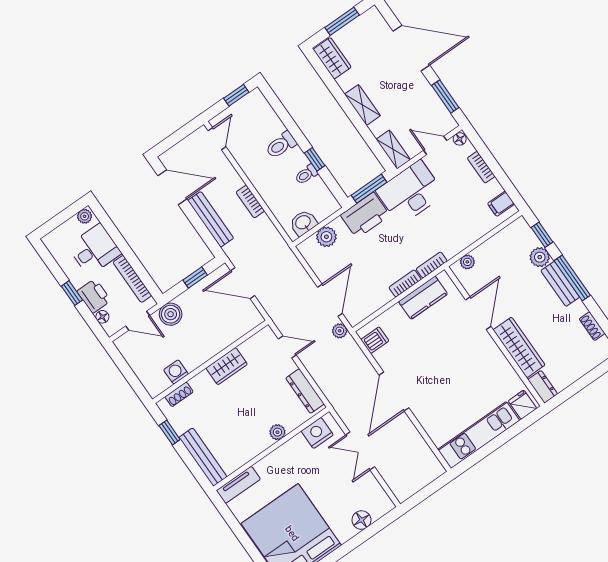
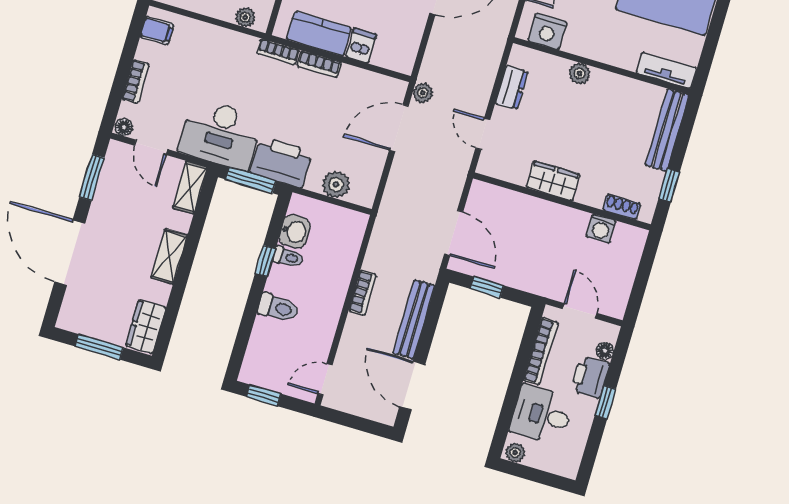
washbasin: (303, 223) -> (295, 231), moved, turned -90
boiler: (171, 314) -> (546, 282), removed
dishwasher: (375, 340) -> (361, 46), moved, turned 90
dresser: (305, 391) -> (512, 87), width x0.70

